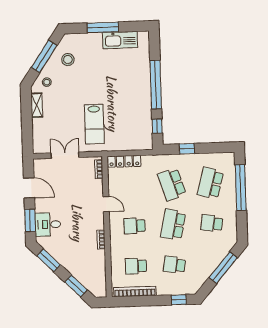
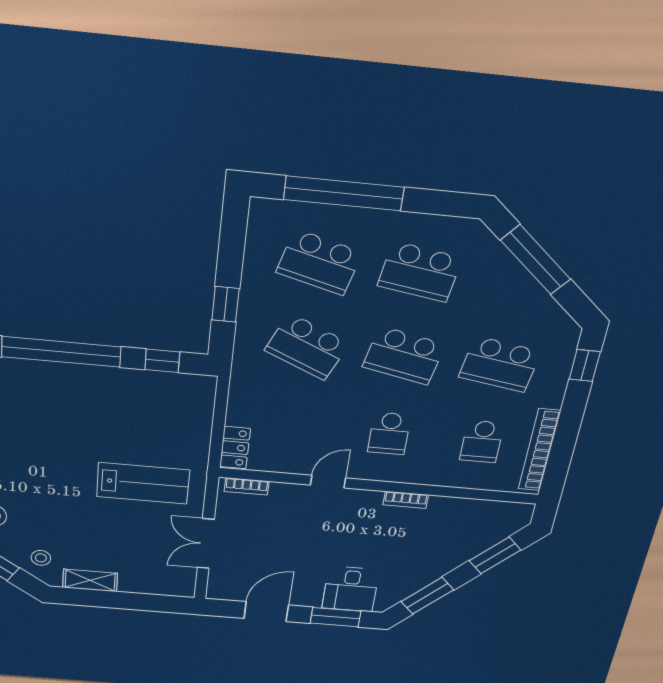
locker: (124, 161) -> (235, 448), width x0.66
school desk: (172, 184) -> (307, 347), turned 42
school desk: (212, 223) -> (420, 272), width x1.85
school desk: (174, 265) -> (500, 364), width x1.85

